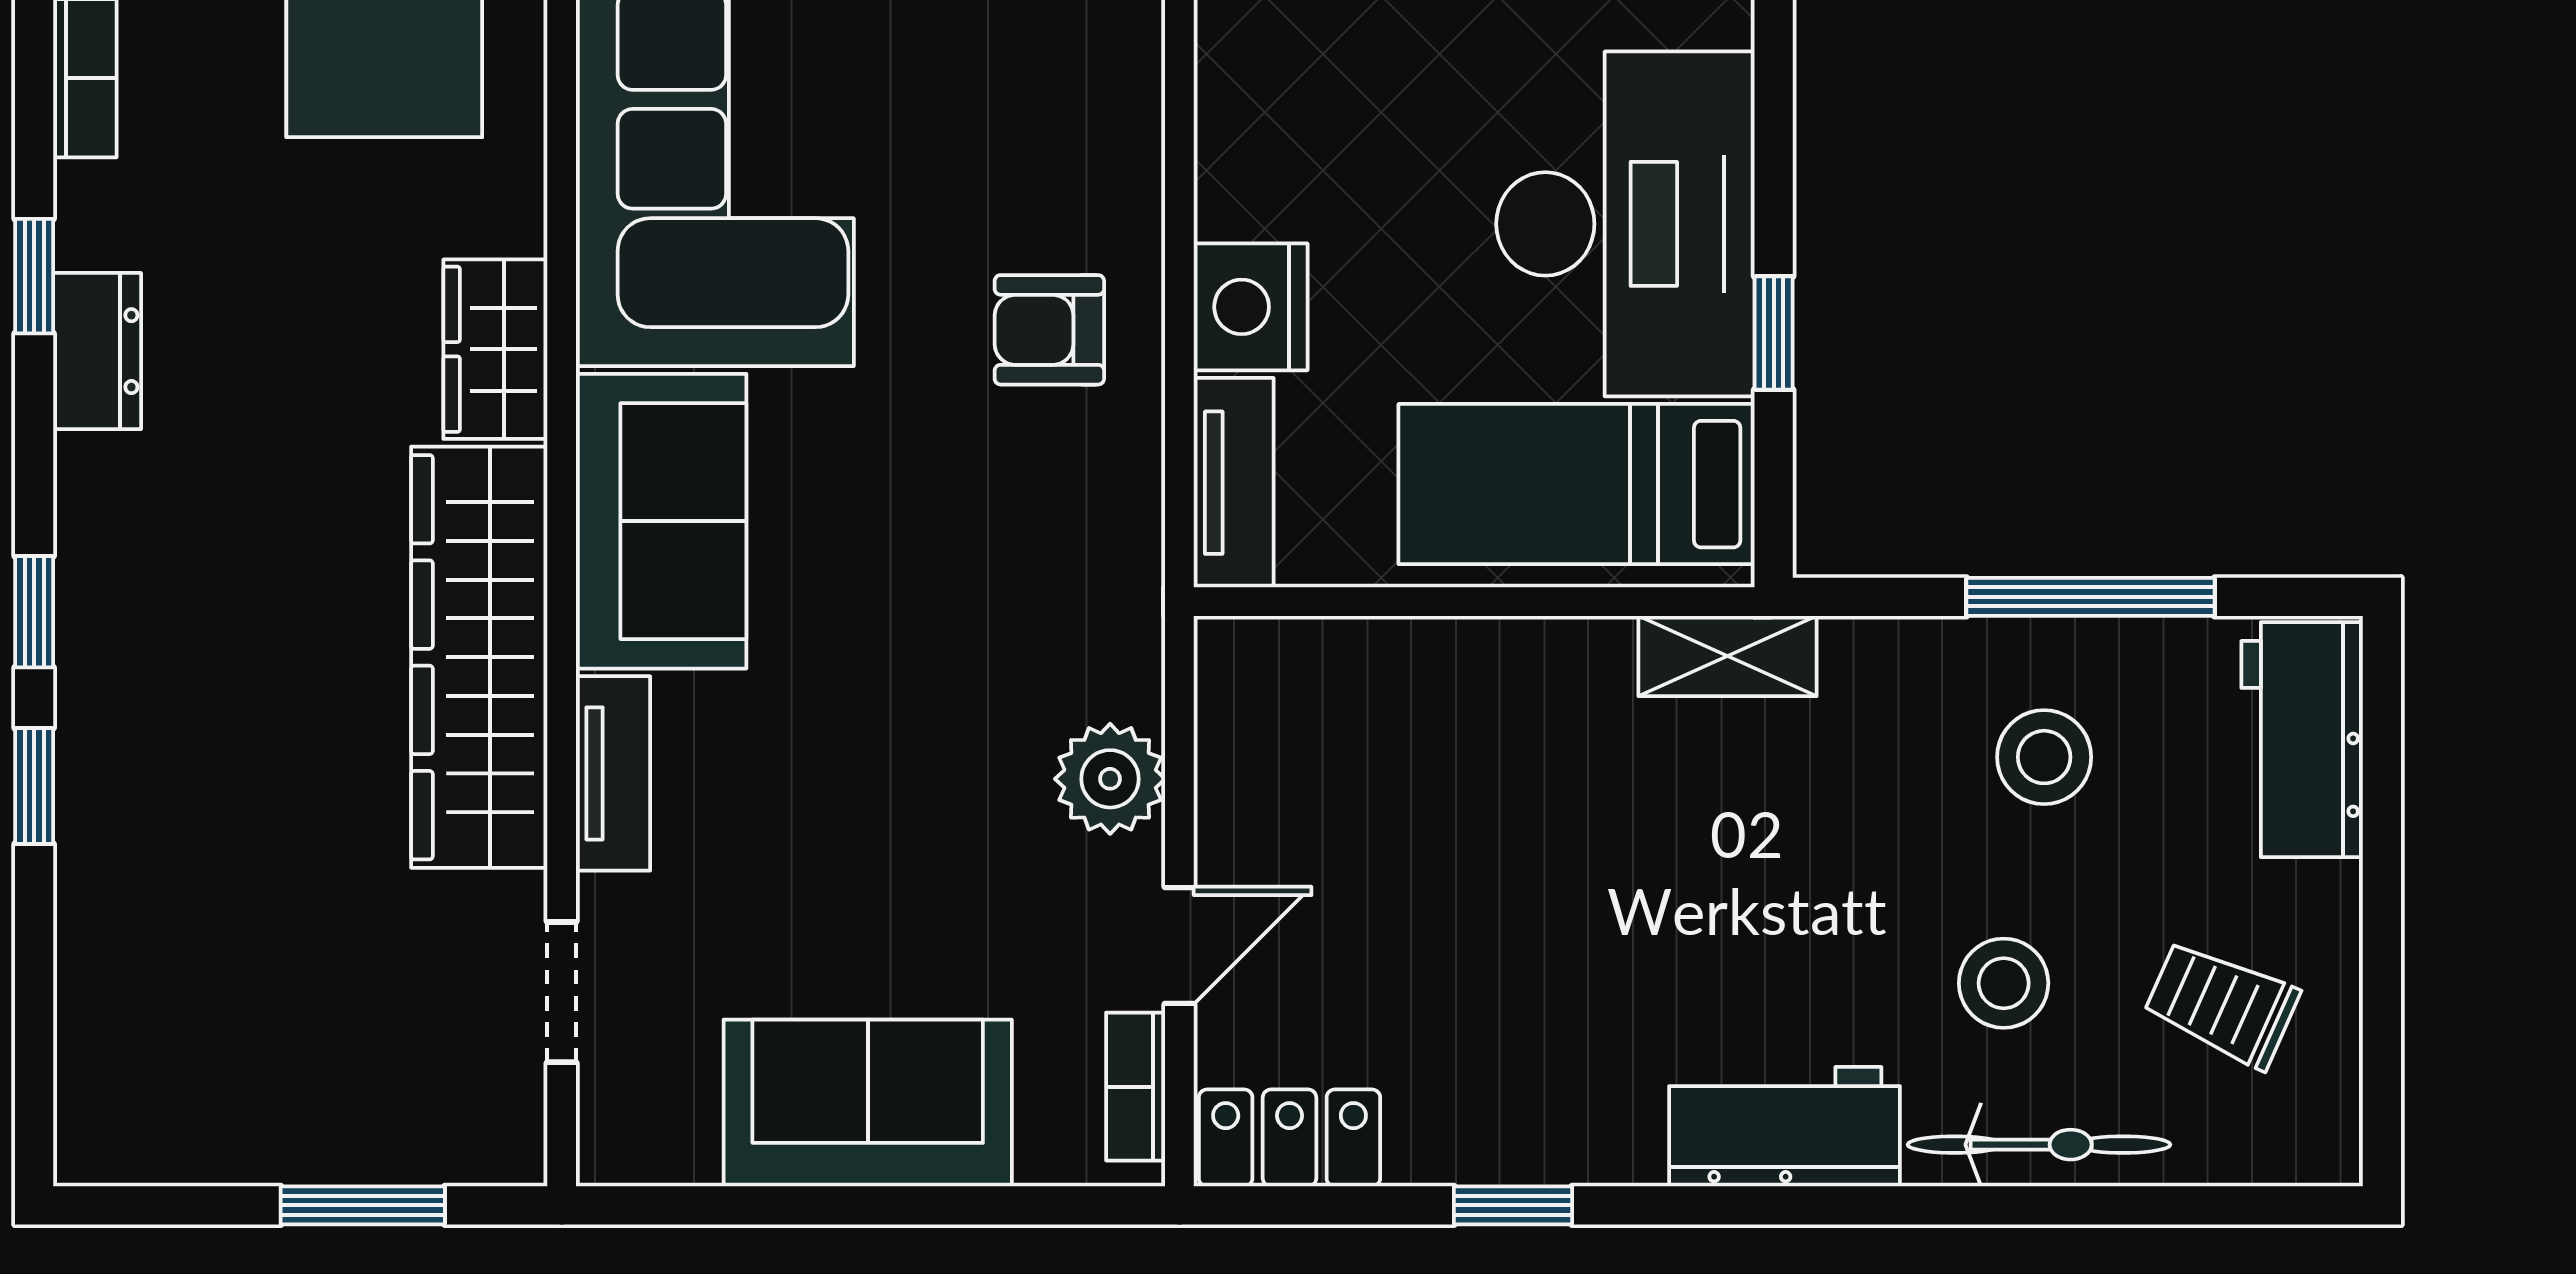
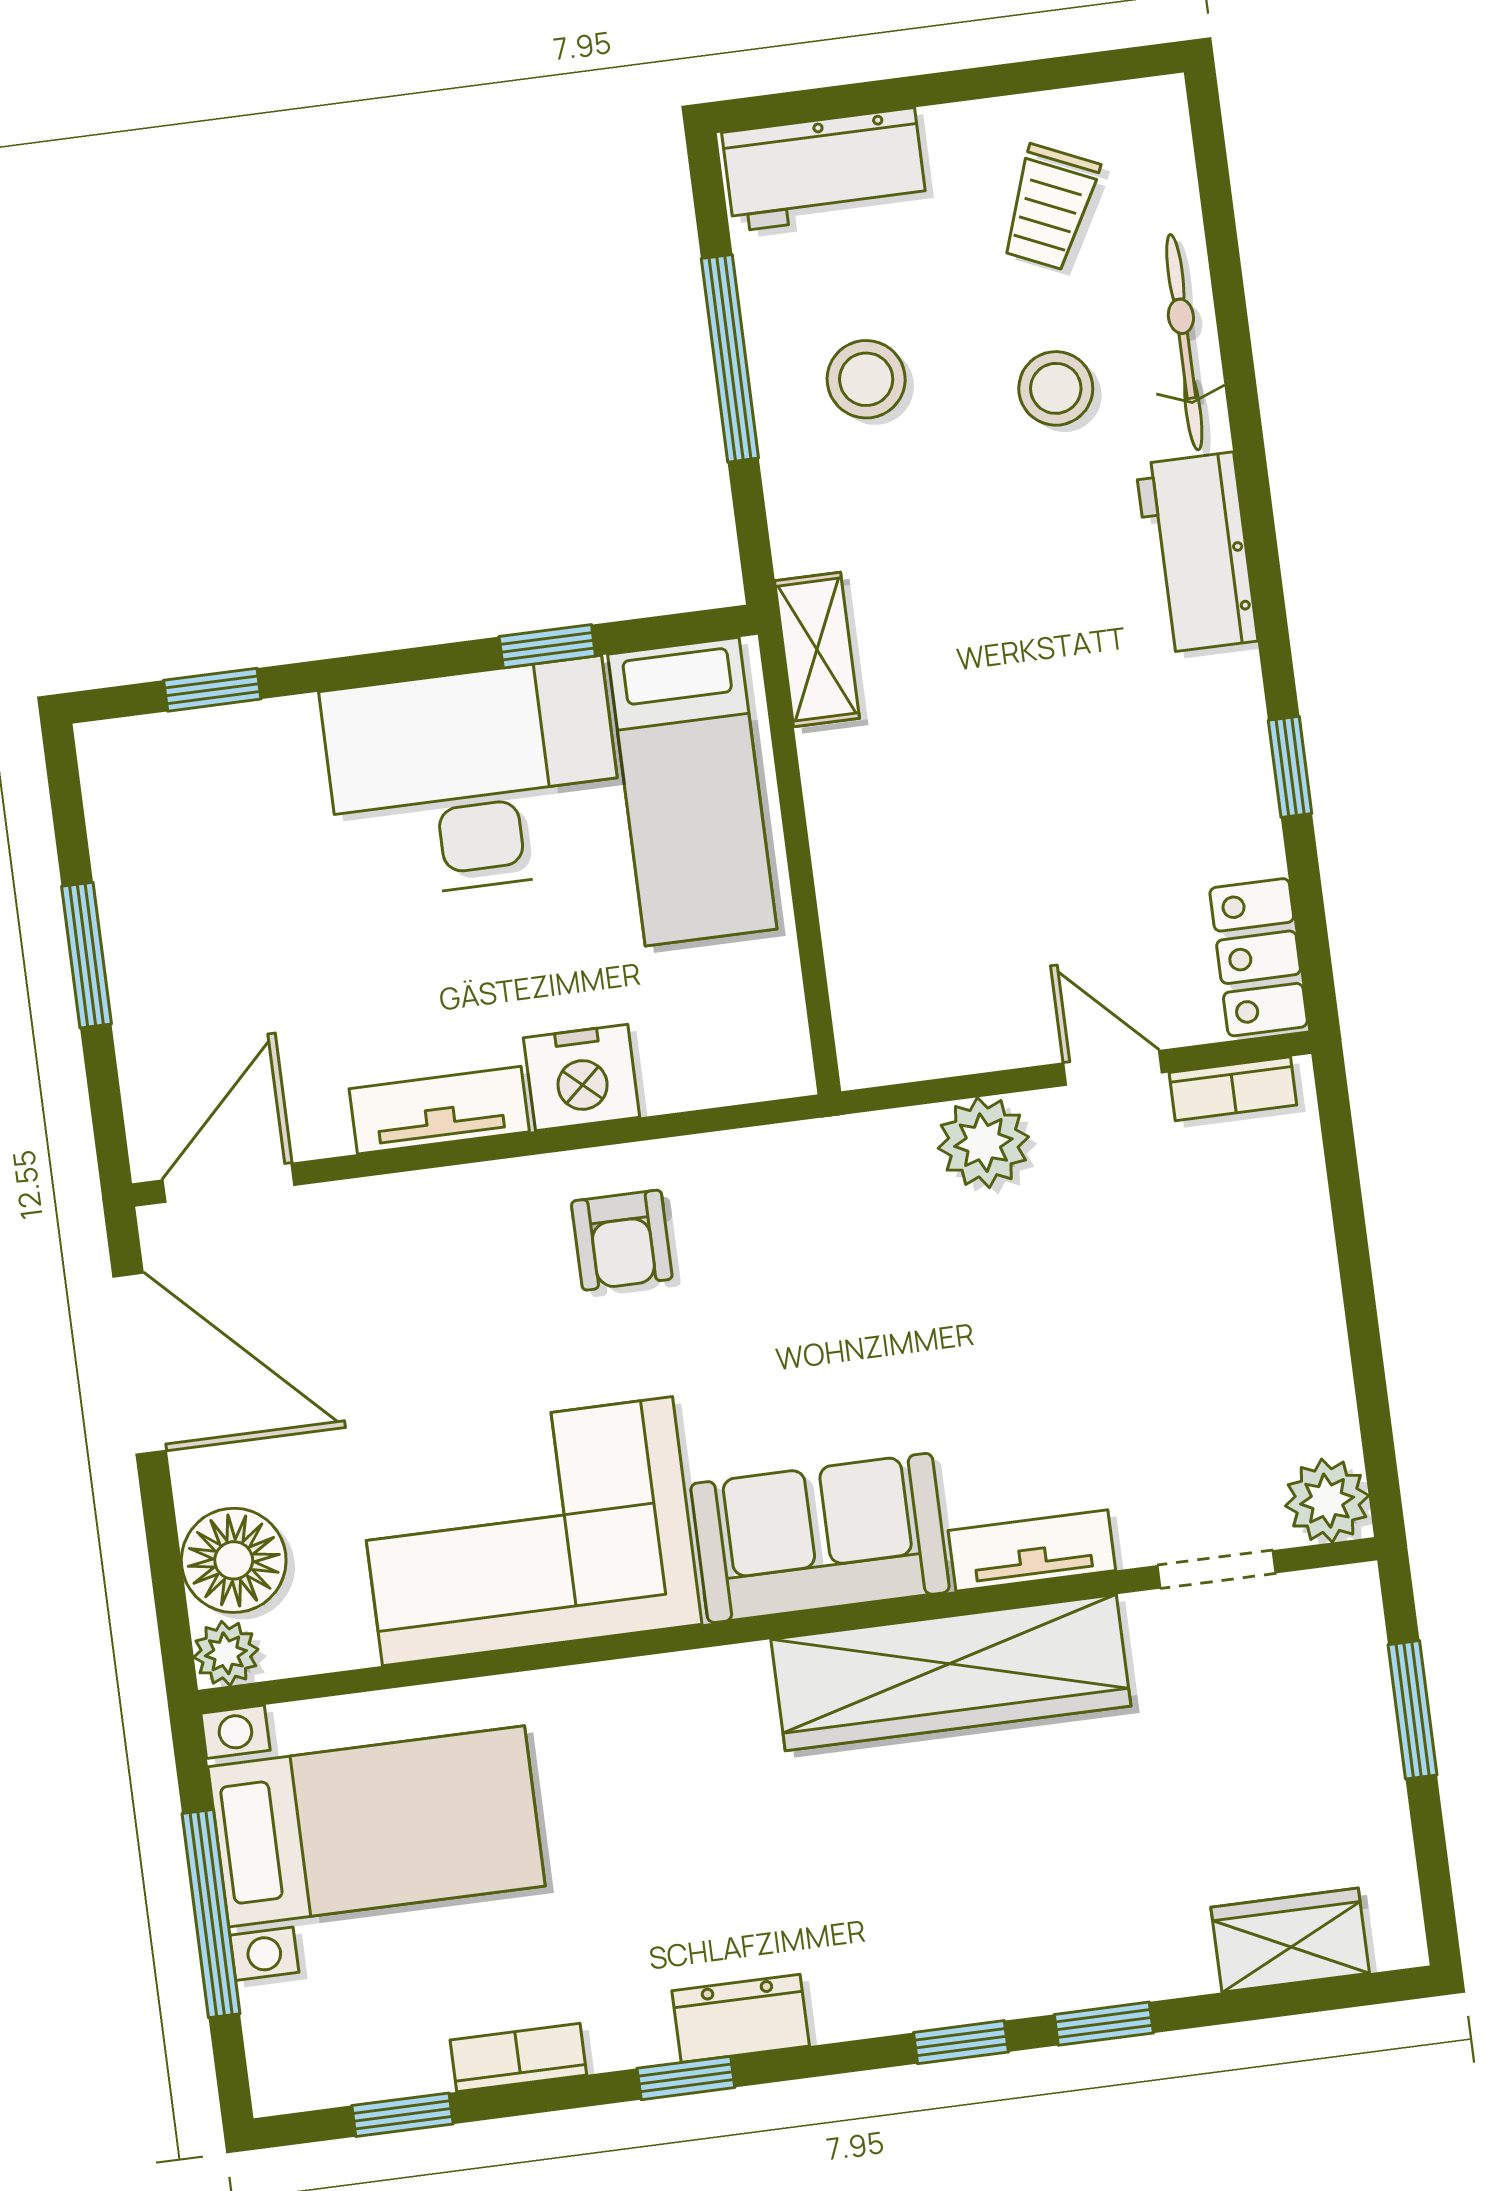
wardrobe: (495, 349) -> (1290, 1940), moved, turned 180
tv unit: (1234, 483) -> (439, 1110), moved
sofa: (868, 1103) -> (1275, 1307), removed
plant: (627, 1135) -> (1327, 1501), added

